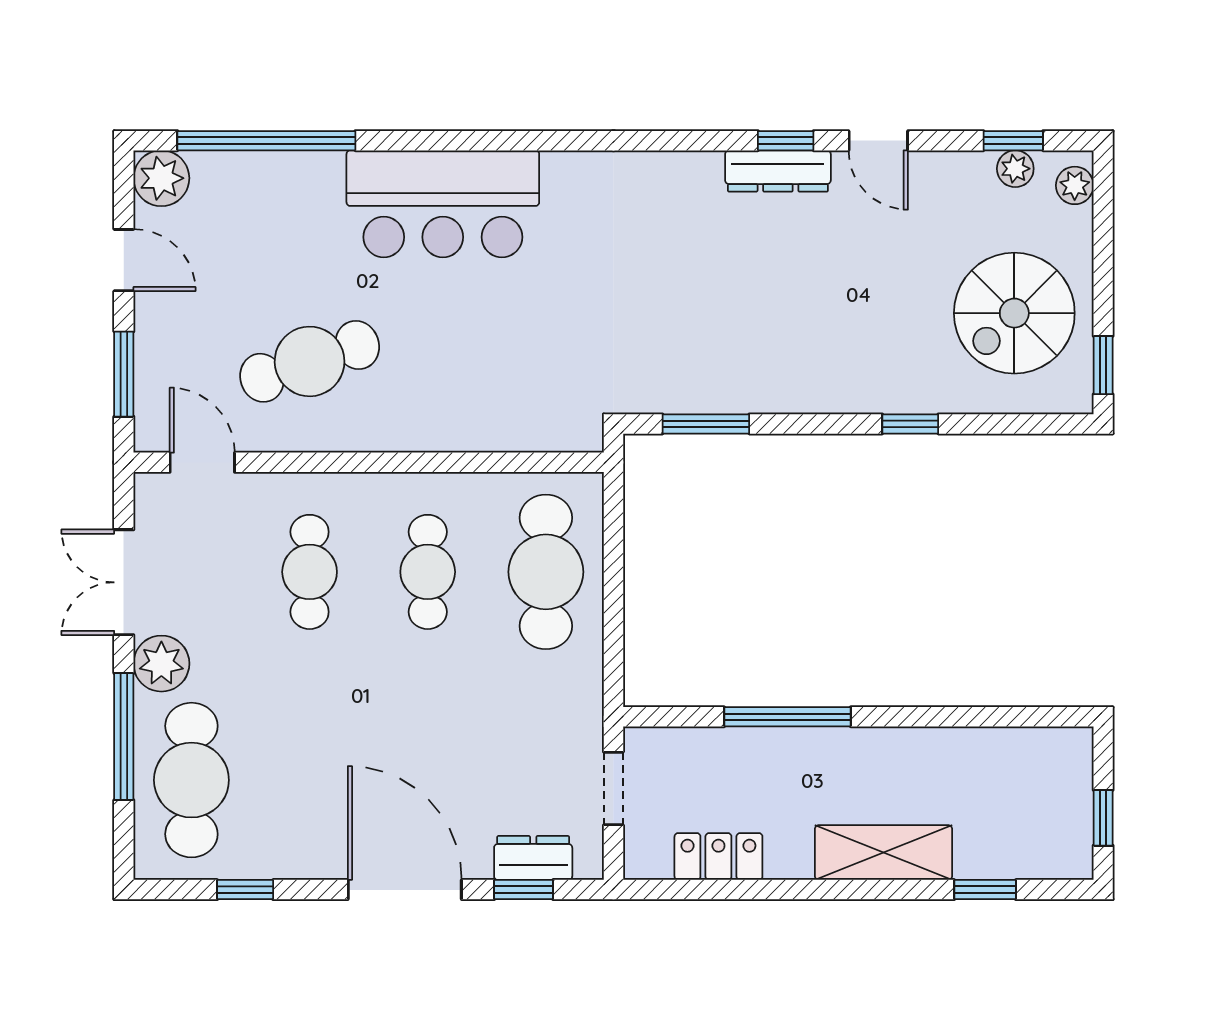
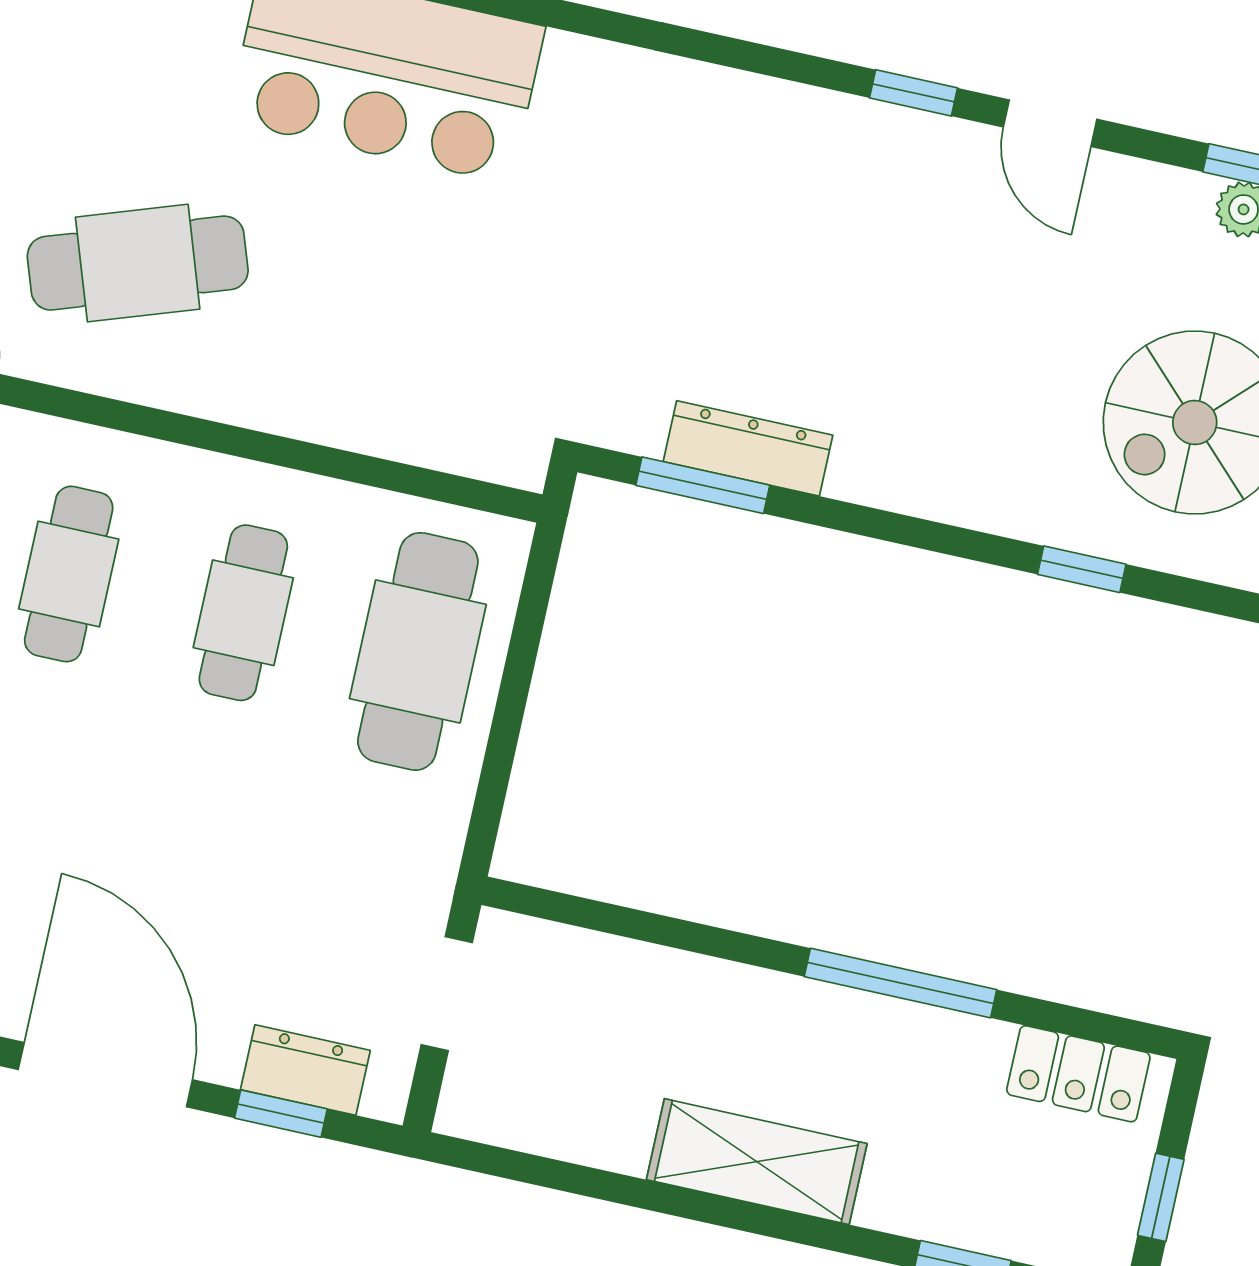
dresser: (778, 171) -> (748, 448), moved, turned 180
window: (910, 424) -> (1082, 569), moved
window: (787, 717) -> (901, 983), moved
shelving: (883, 853) -> (757, 1162), moved
locker: (718, 856) -> (1078, 1074), moved, turned 180

